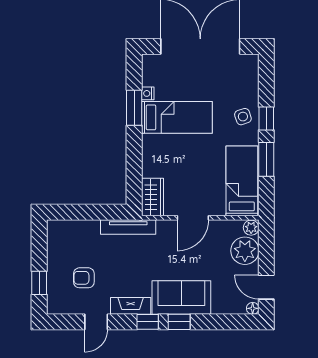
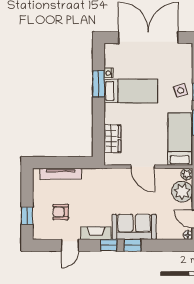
wardrobe: (152, 197) -> (112, 139), moved
door: (193, 218) -> (143, 167), hinge flipped
tv unit: (128, 227) -> (61, 174), moved

